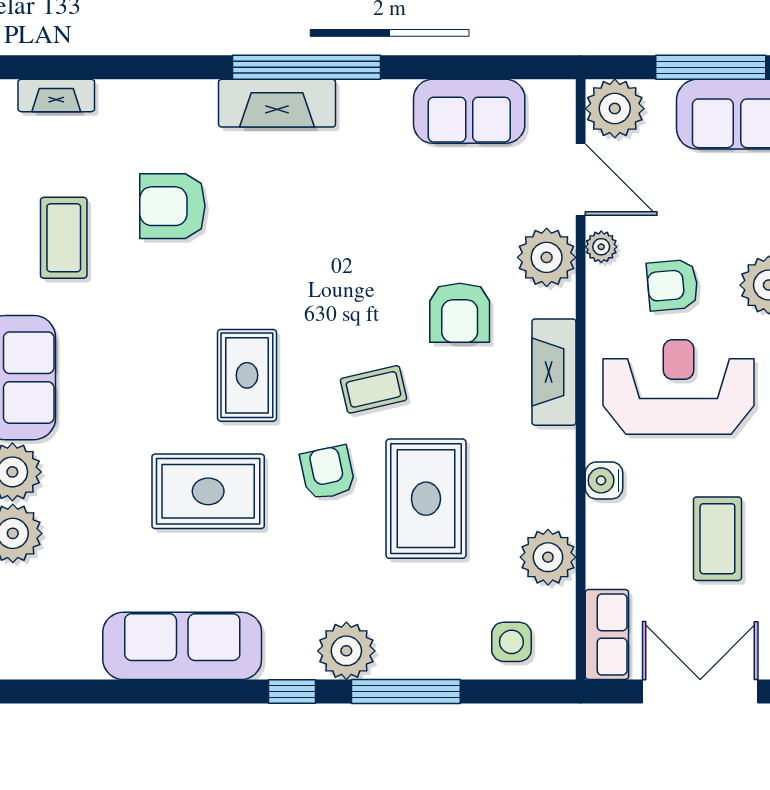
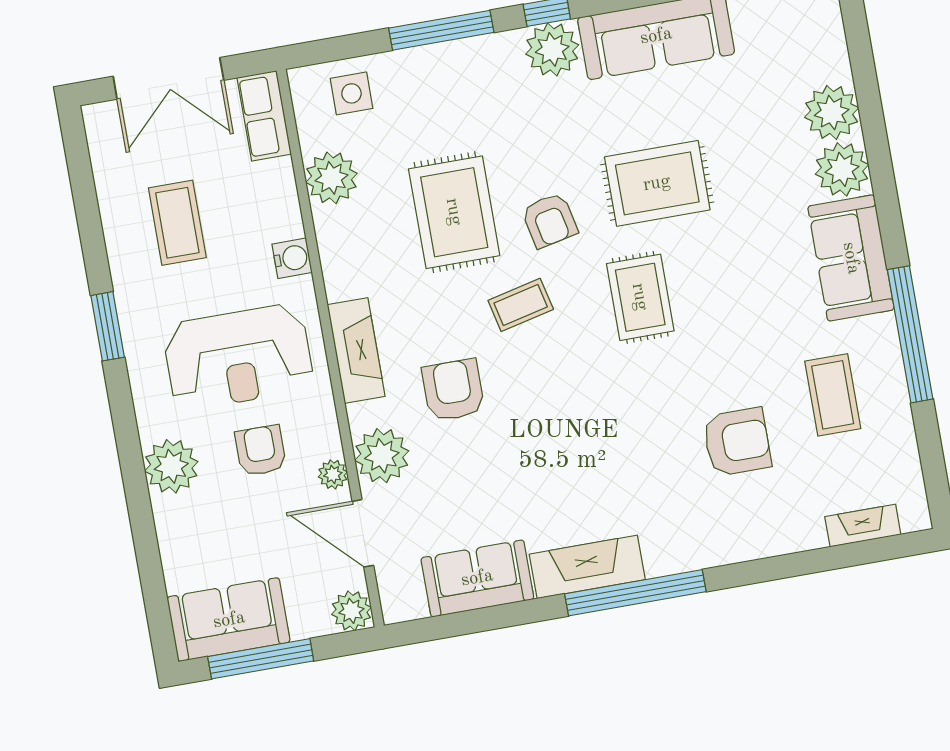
fireplace: (277, 103) -> (587, 567), moved
plant: (615, 109) -> (351, 611), width x0.73, depth x0.73
armchair: (672, 285) -> (261, 451), turned -85
plant: (346, 651) -> (552, 49), moved

